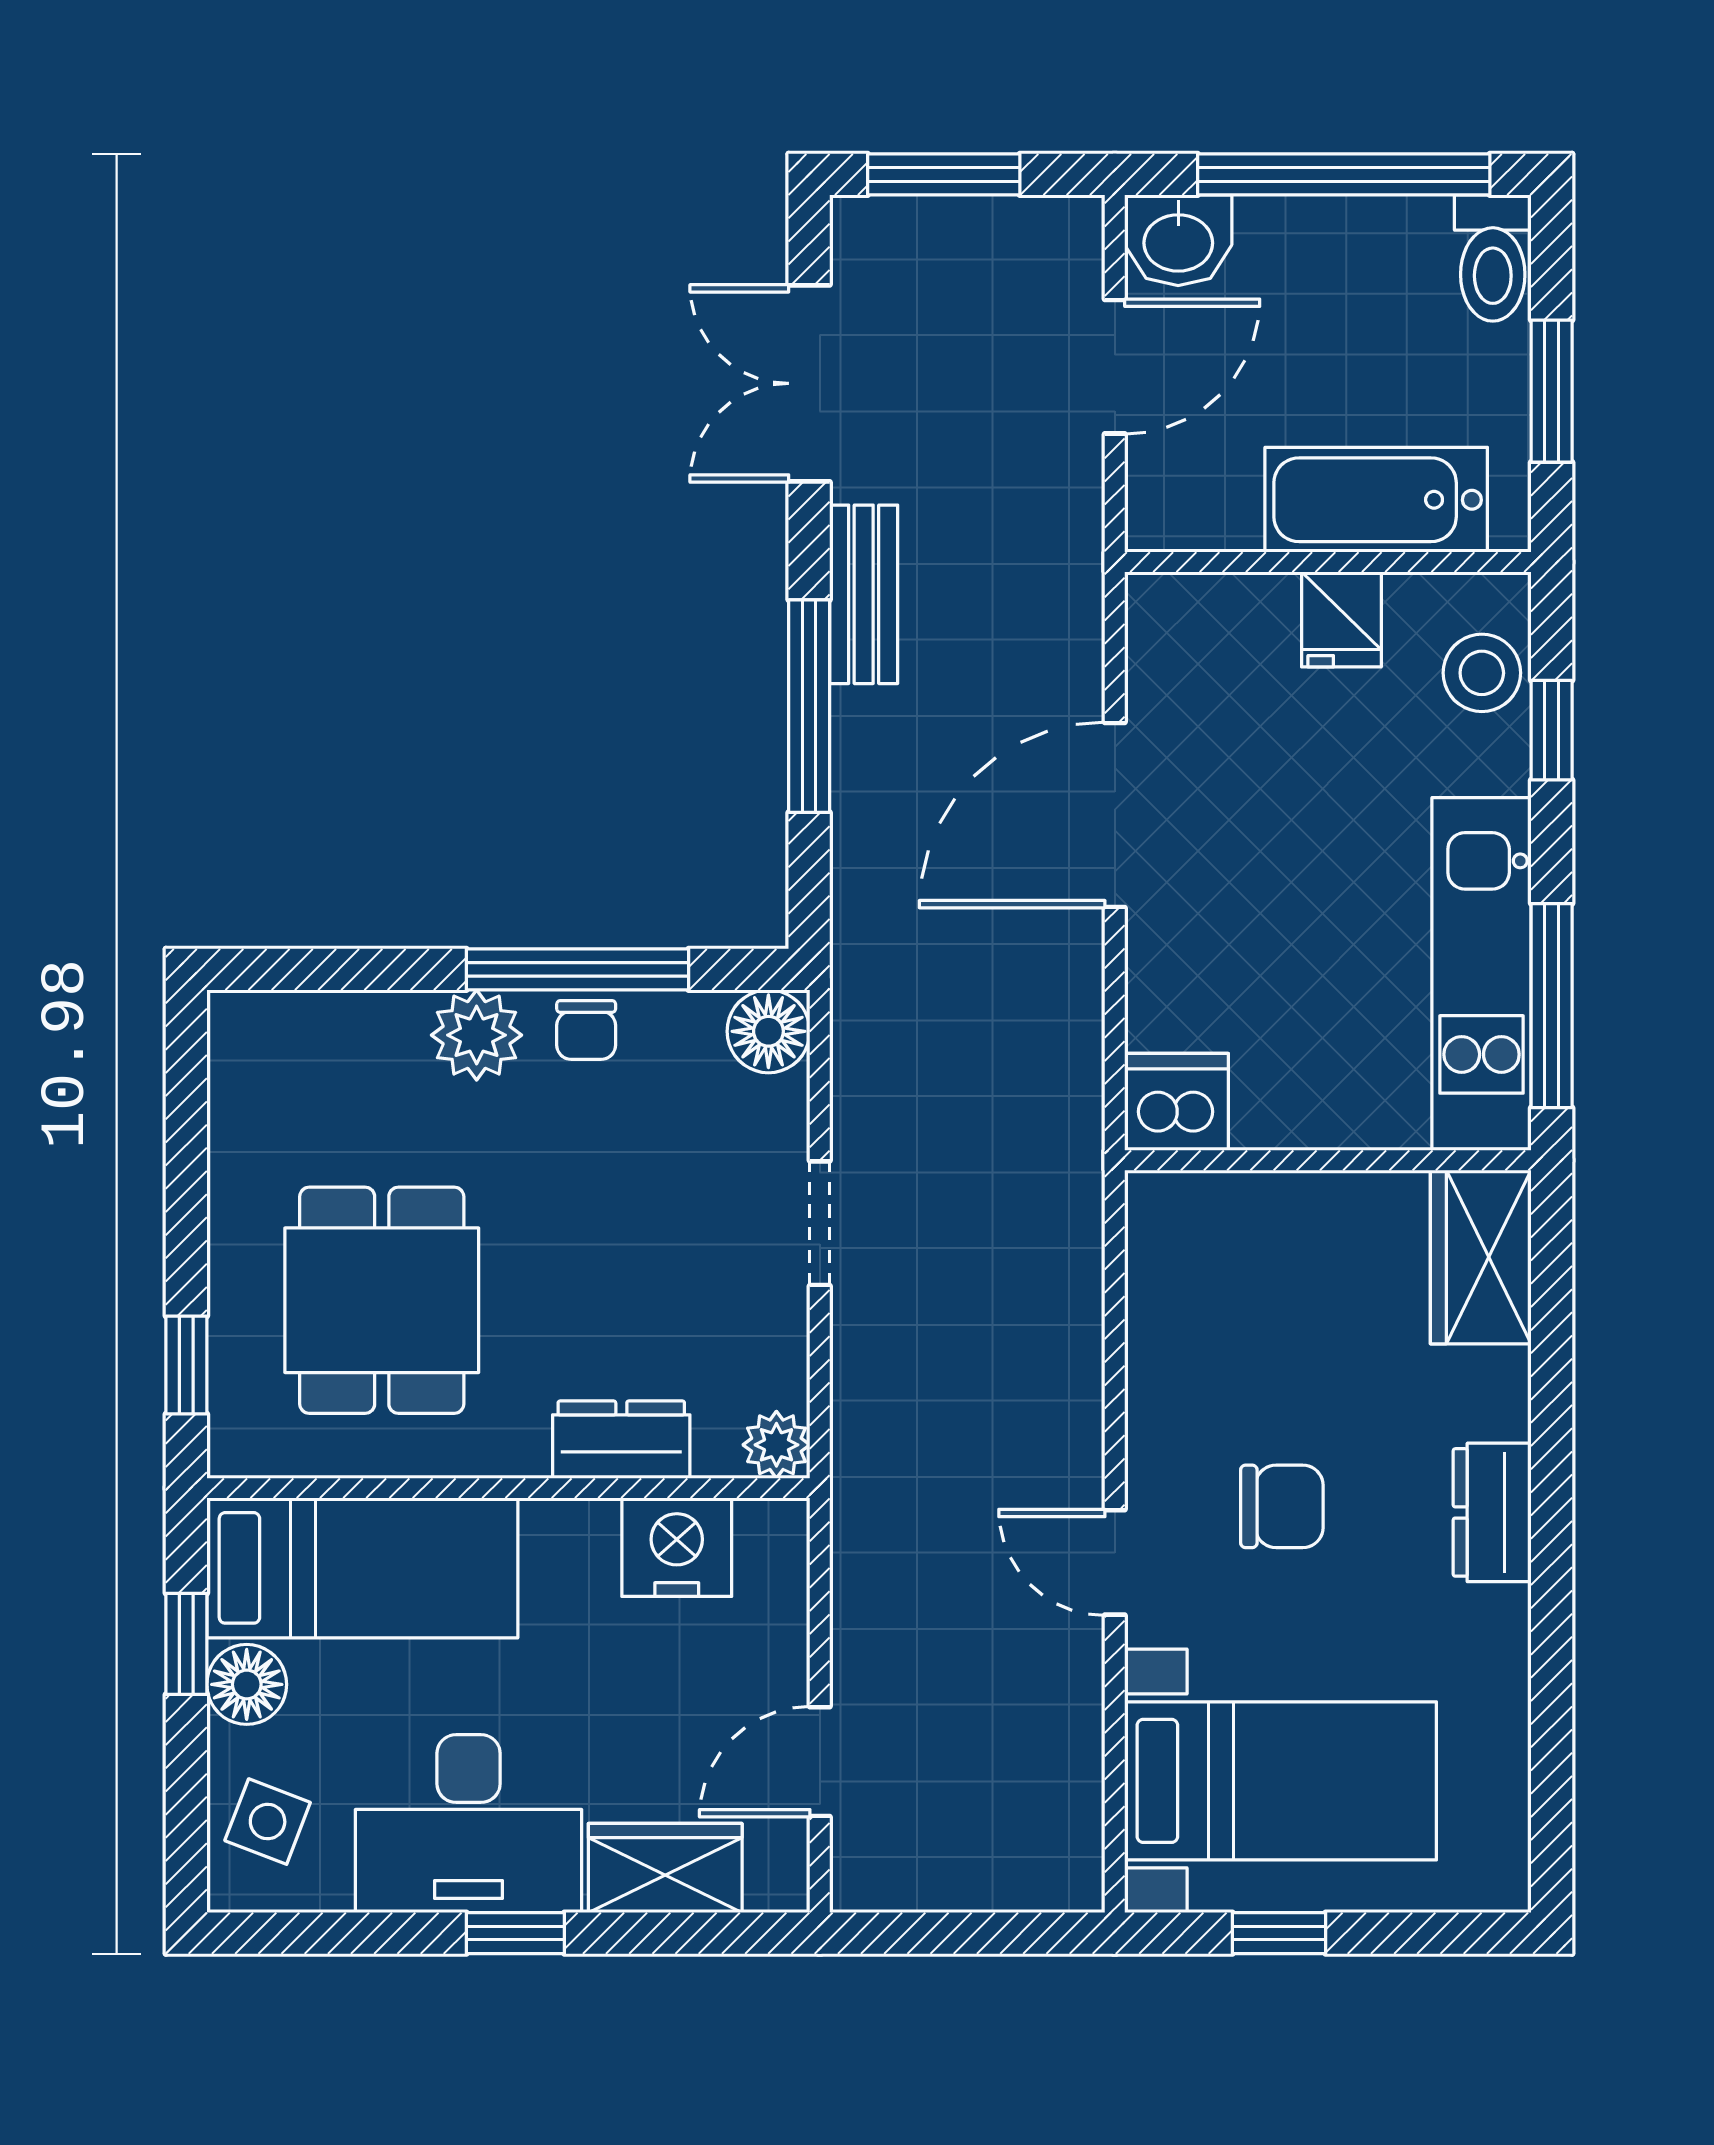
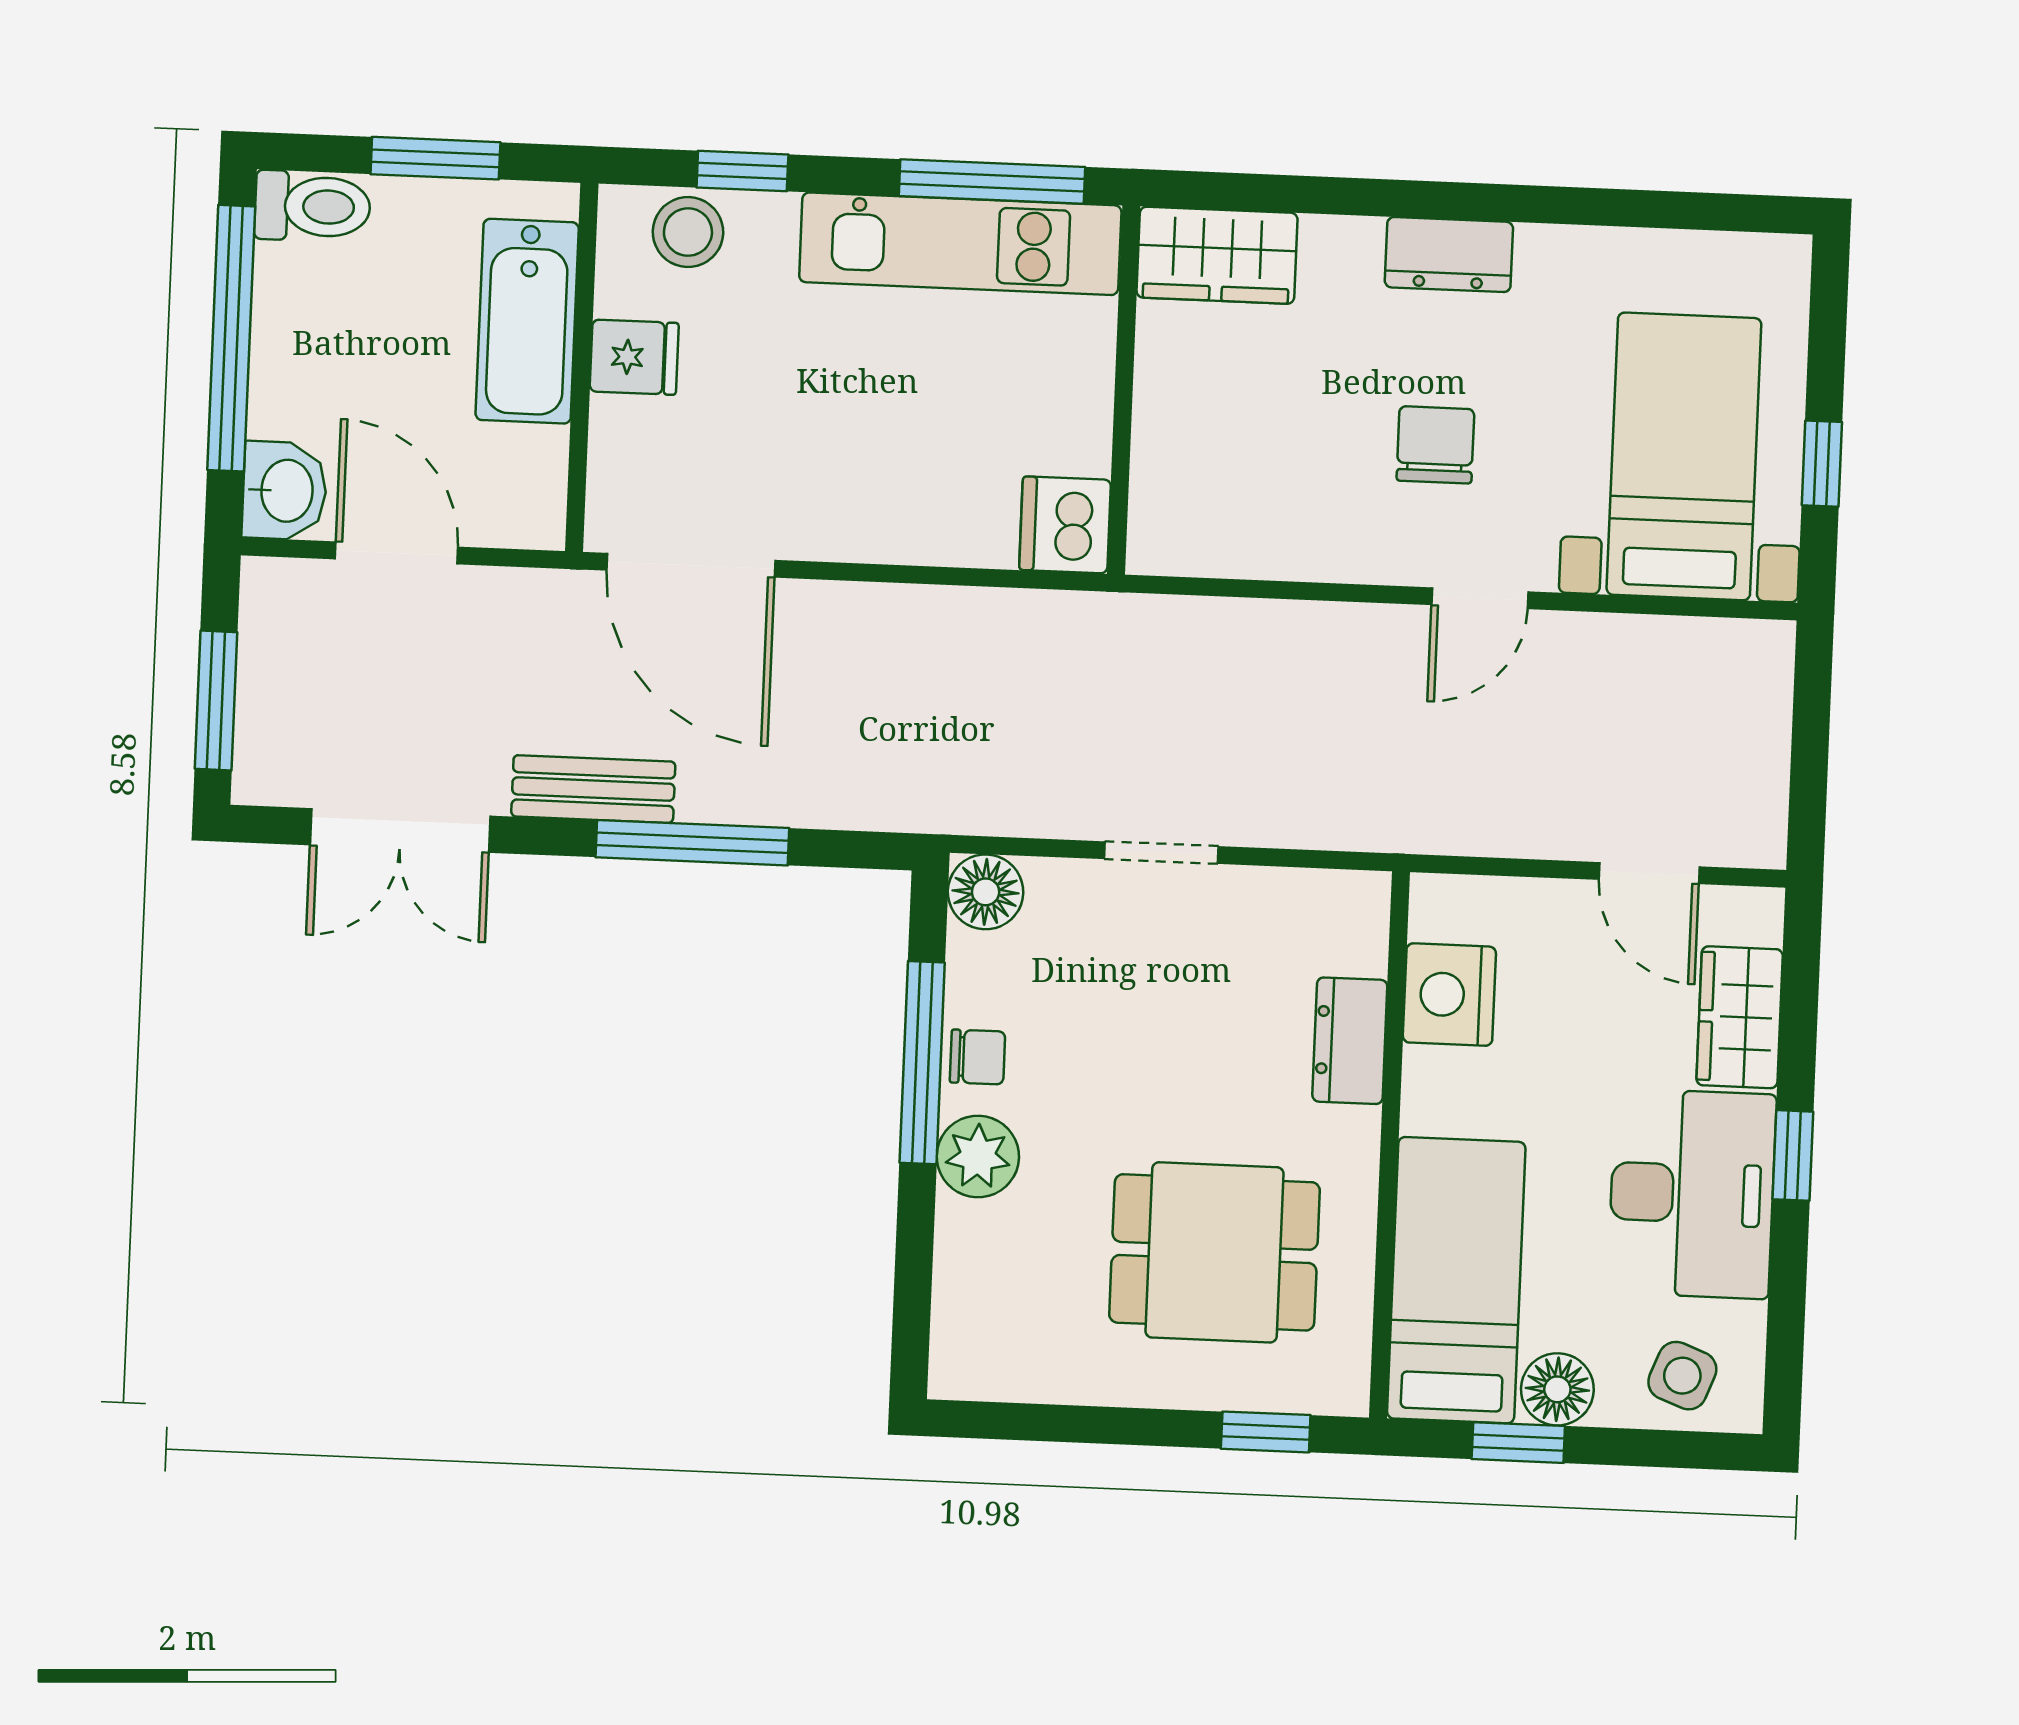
door: (1115, 815) -> (691, 565), moved
plant: (776, 1445) -> (1360, 900), removed

